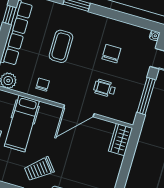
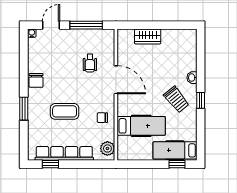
chair: (111, 54) -> (36, 80), moved, turned -90
wardrobe: (120, 140) -> (148, 36), moved

